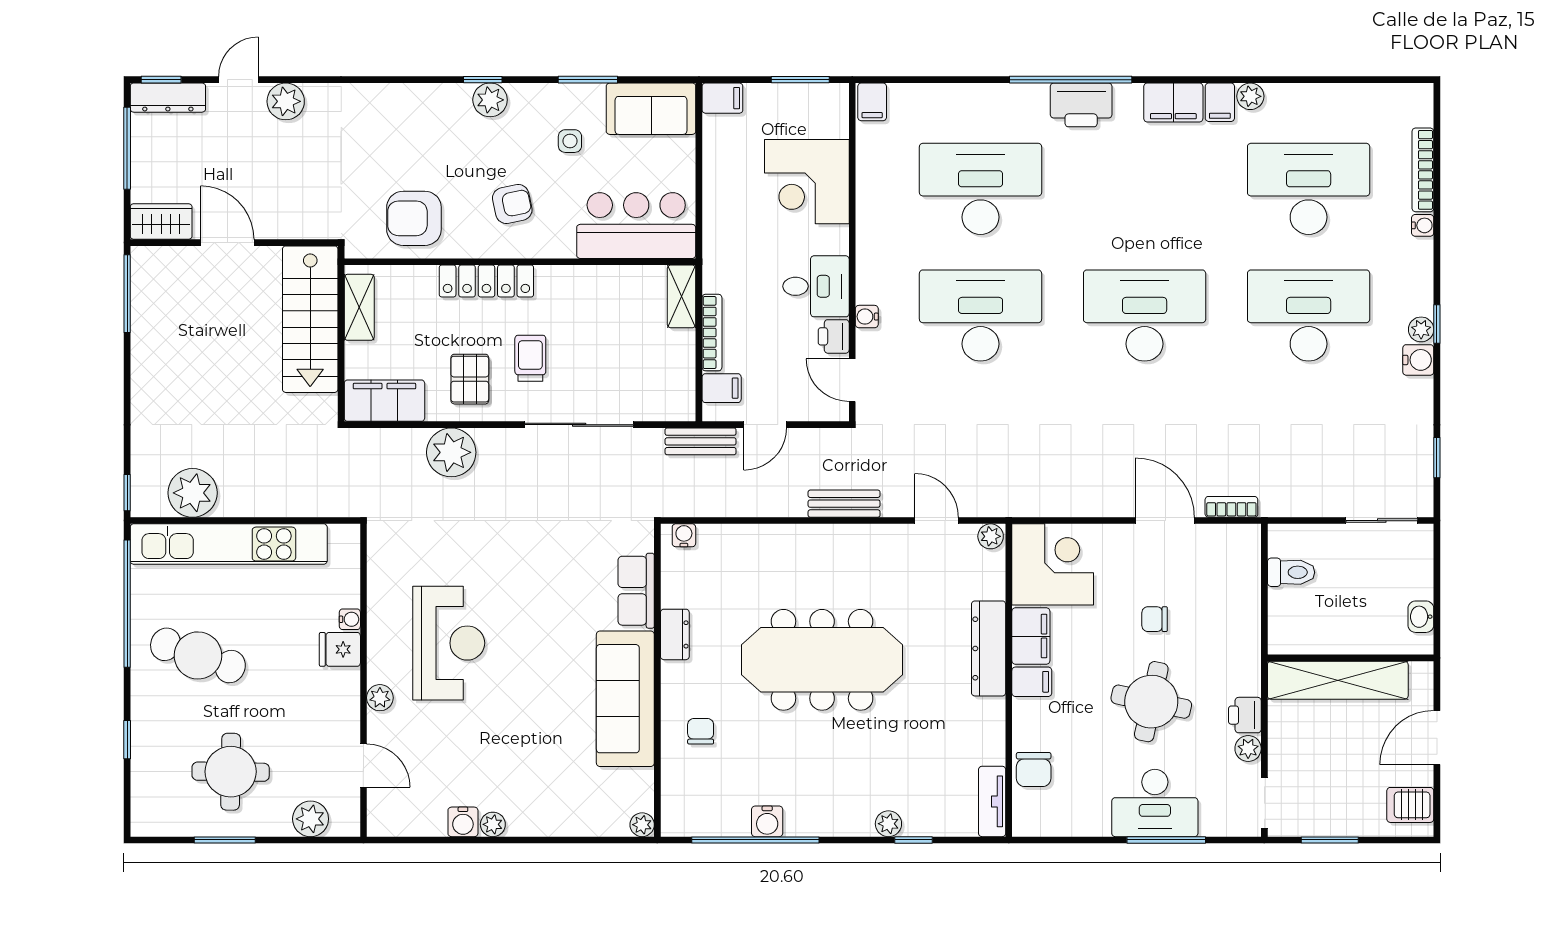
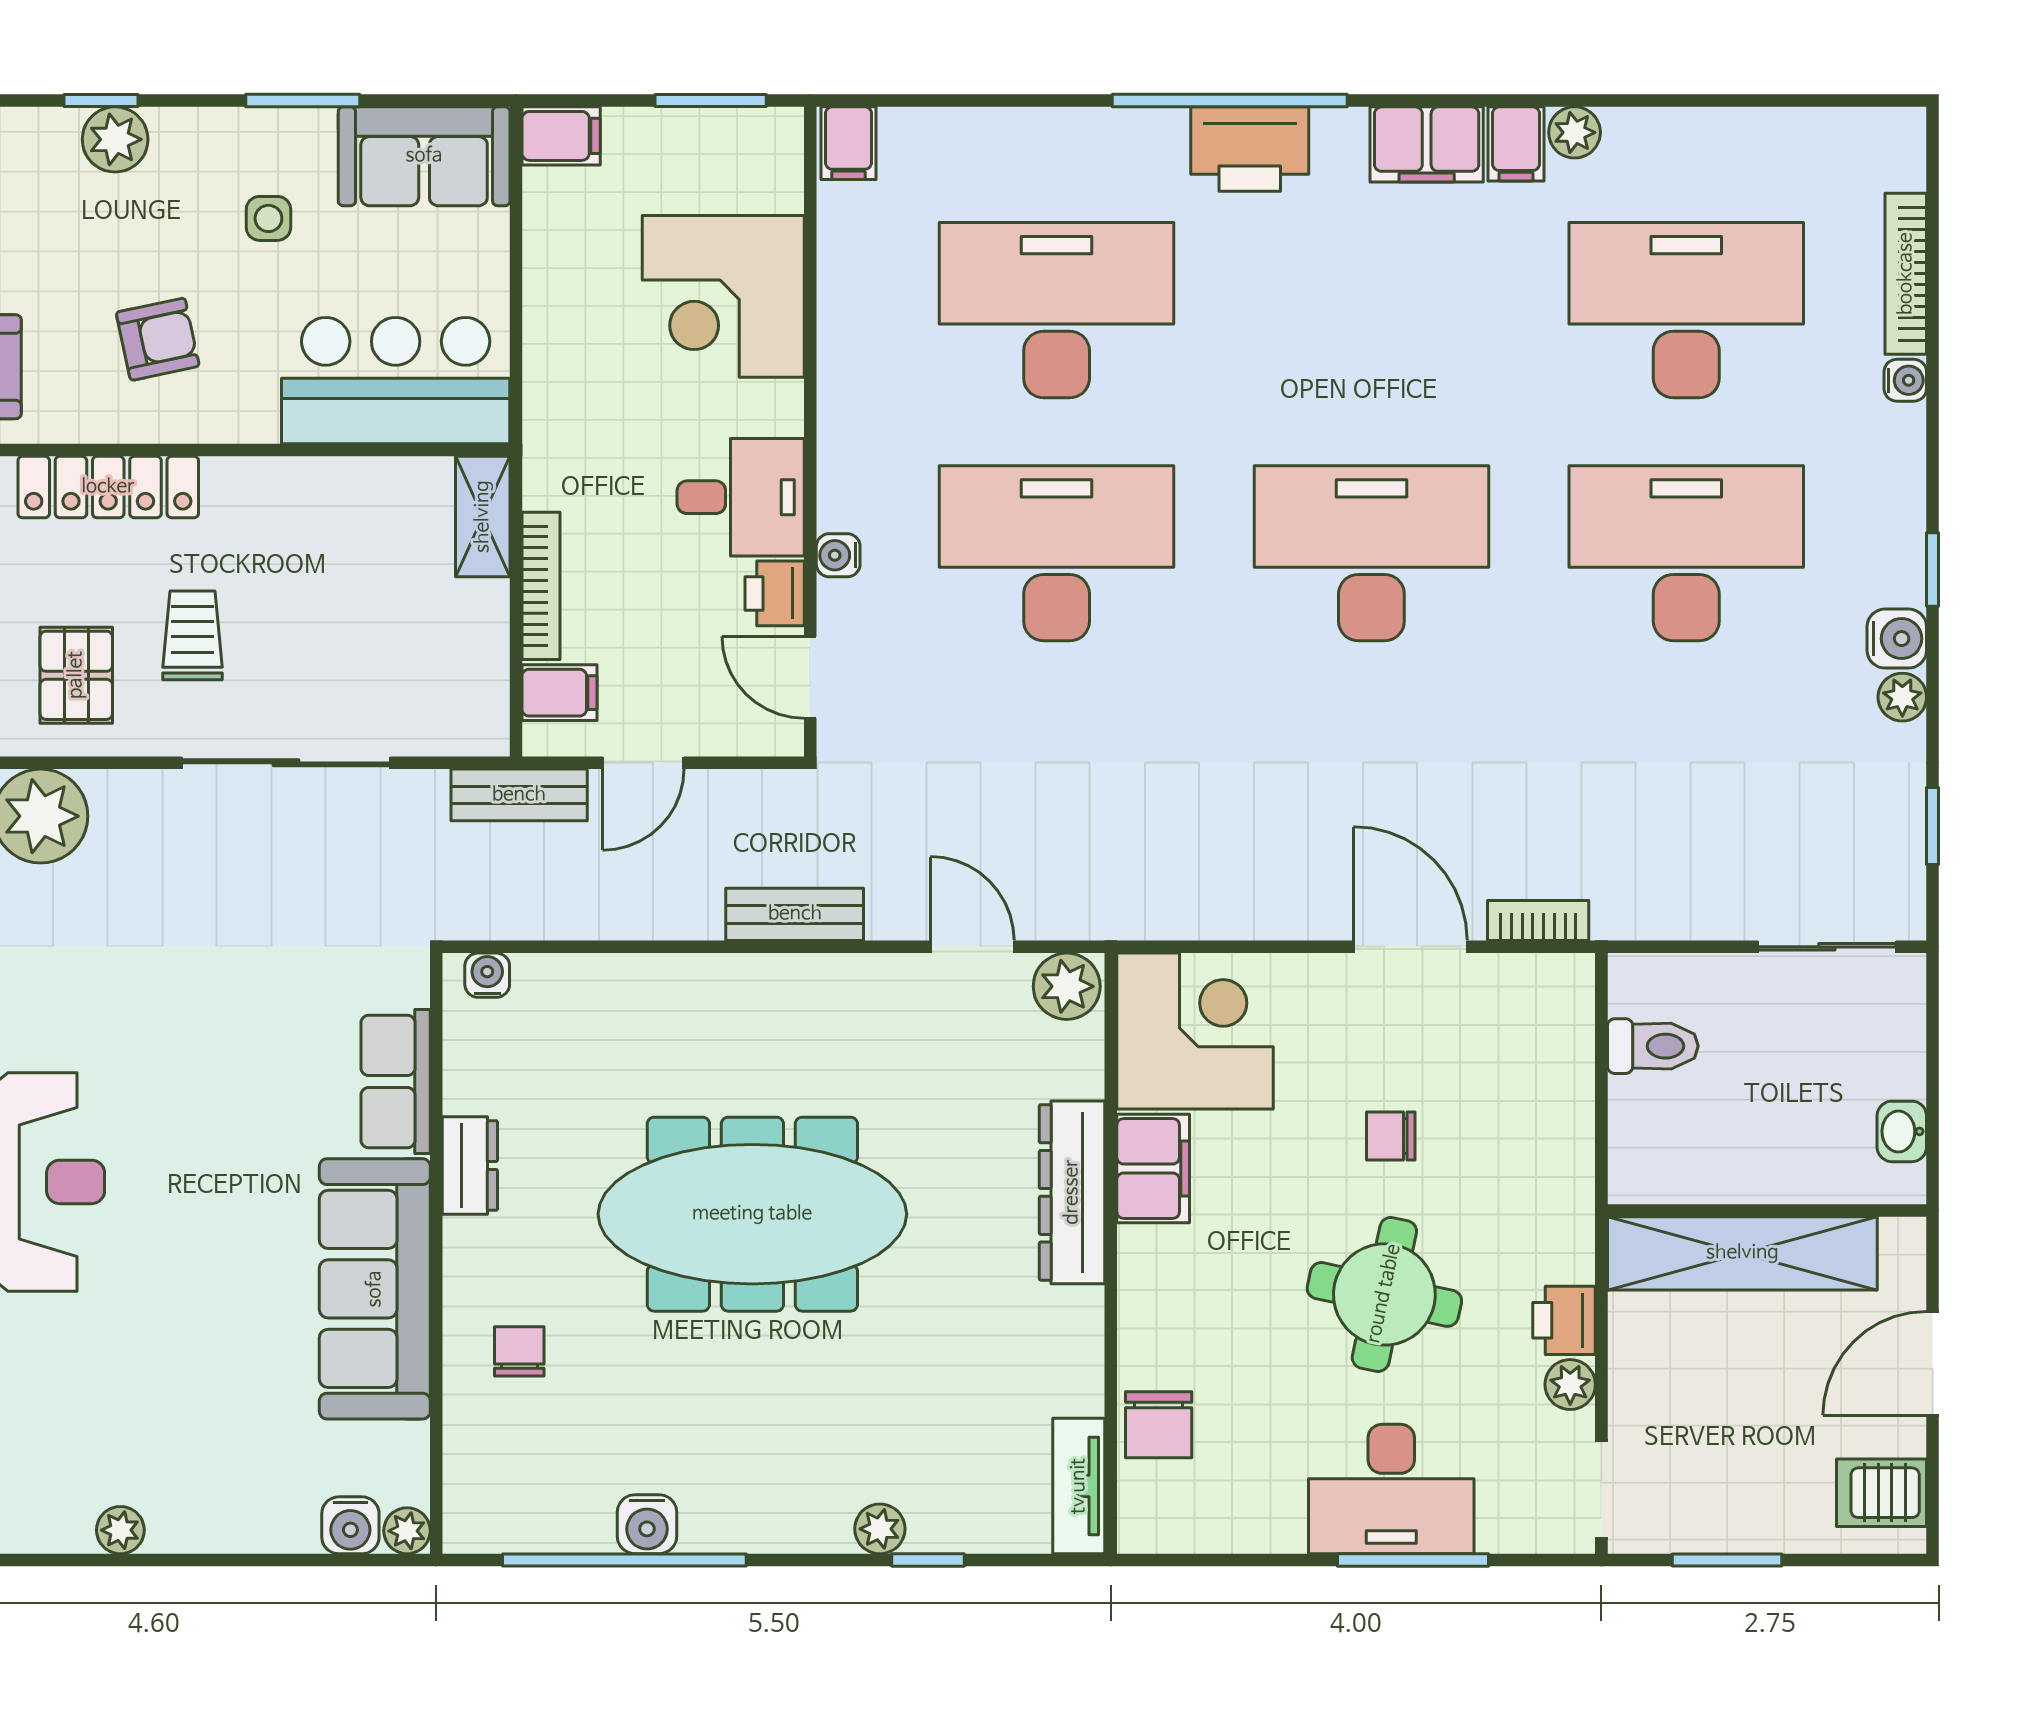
plant: (1421, 329) -> (1902, 697), moved
plant: (991, 536) -> (1067, 986), width x1.38, depth x1.38
filing cabinet: (1032, 682) -> (1155, 1256), removed
water cooler: (463, 822) -> (350, 1525), moved

